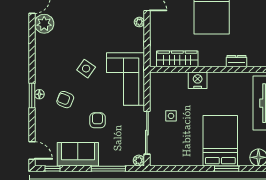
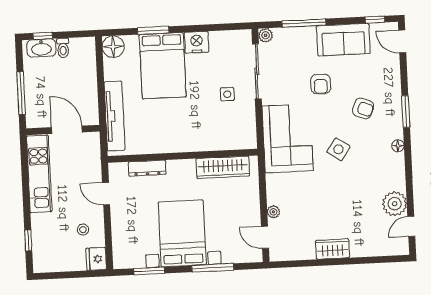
dresser: (236, 61) -> (147, 168), width x1.44
nightstand: (198, 80) -> (197, 42), moved, turned 180
floor lamp: (39, 94) -> (398, 146), moved

